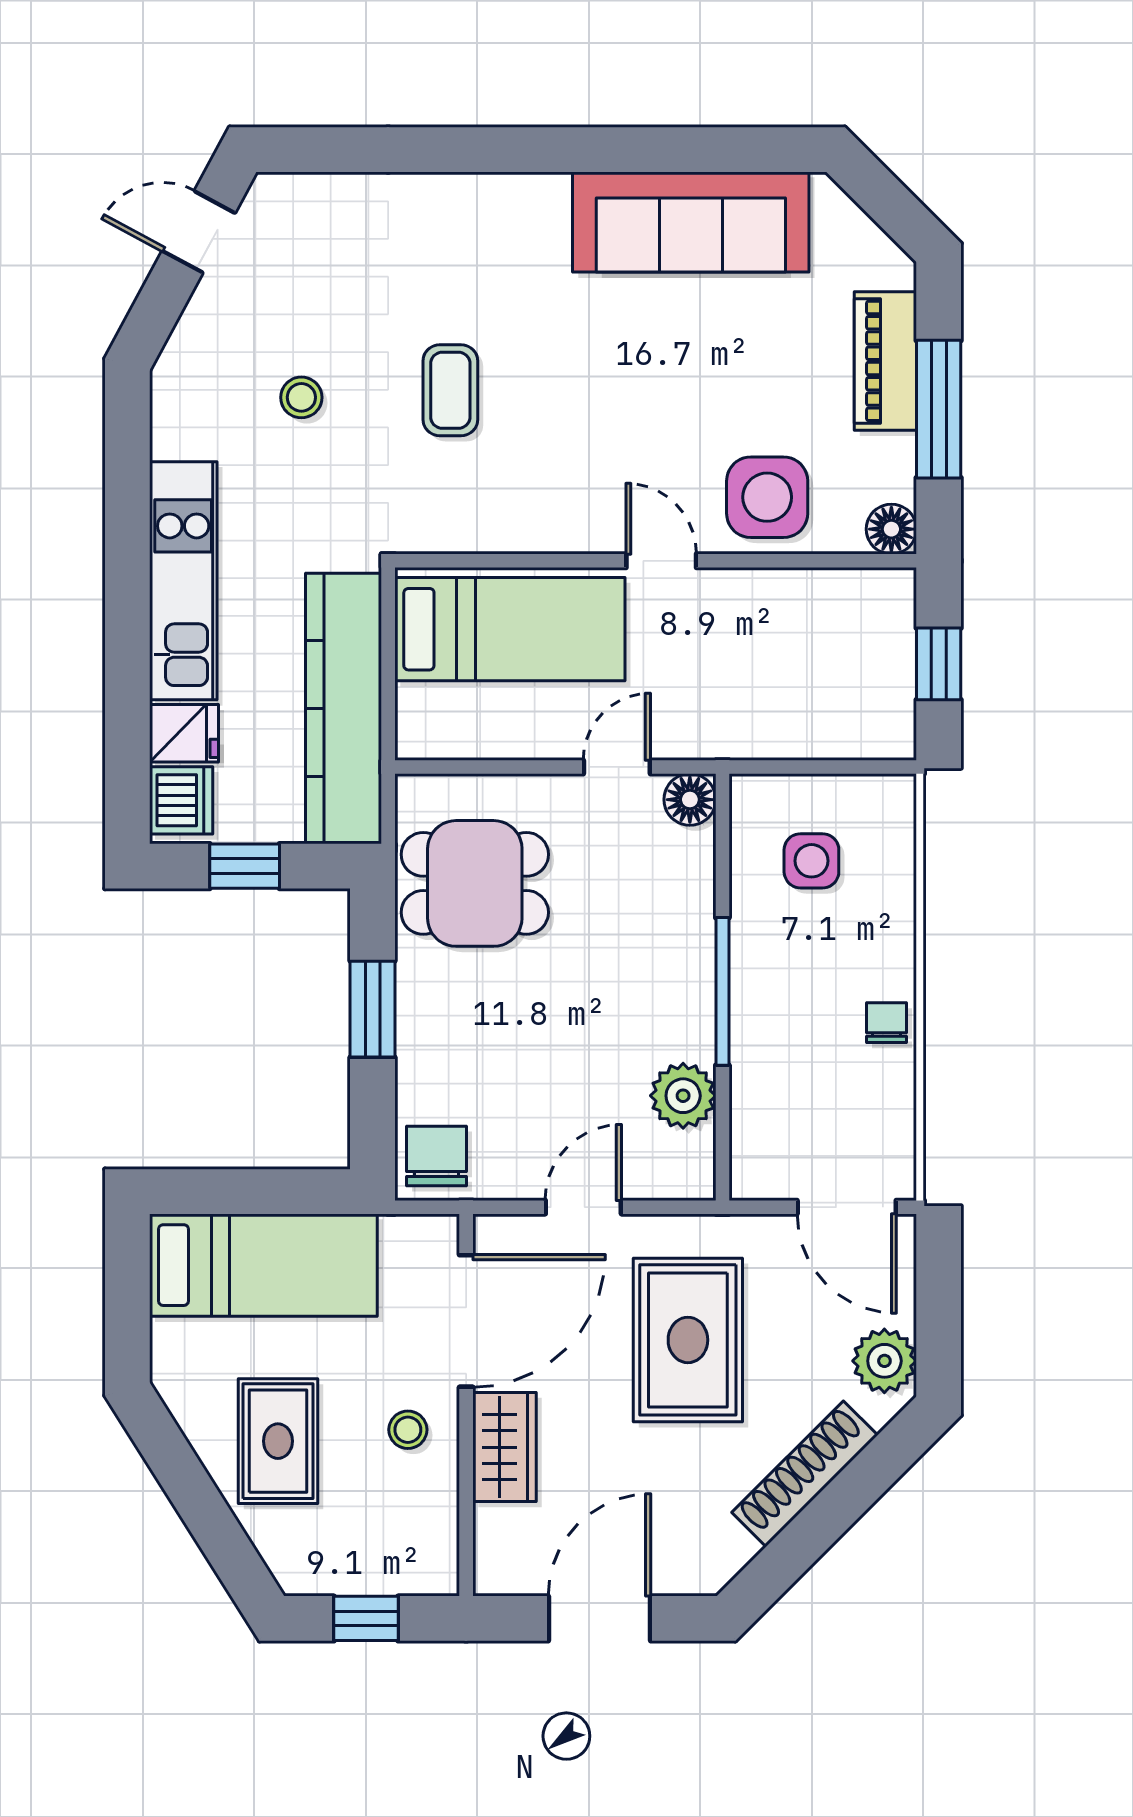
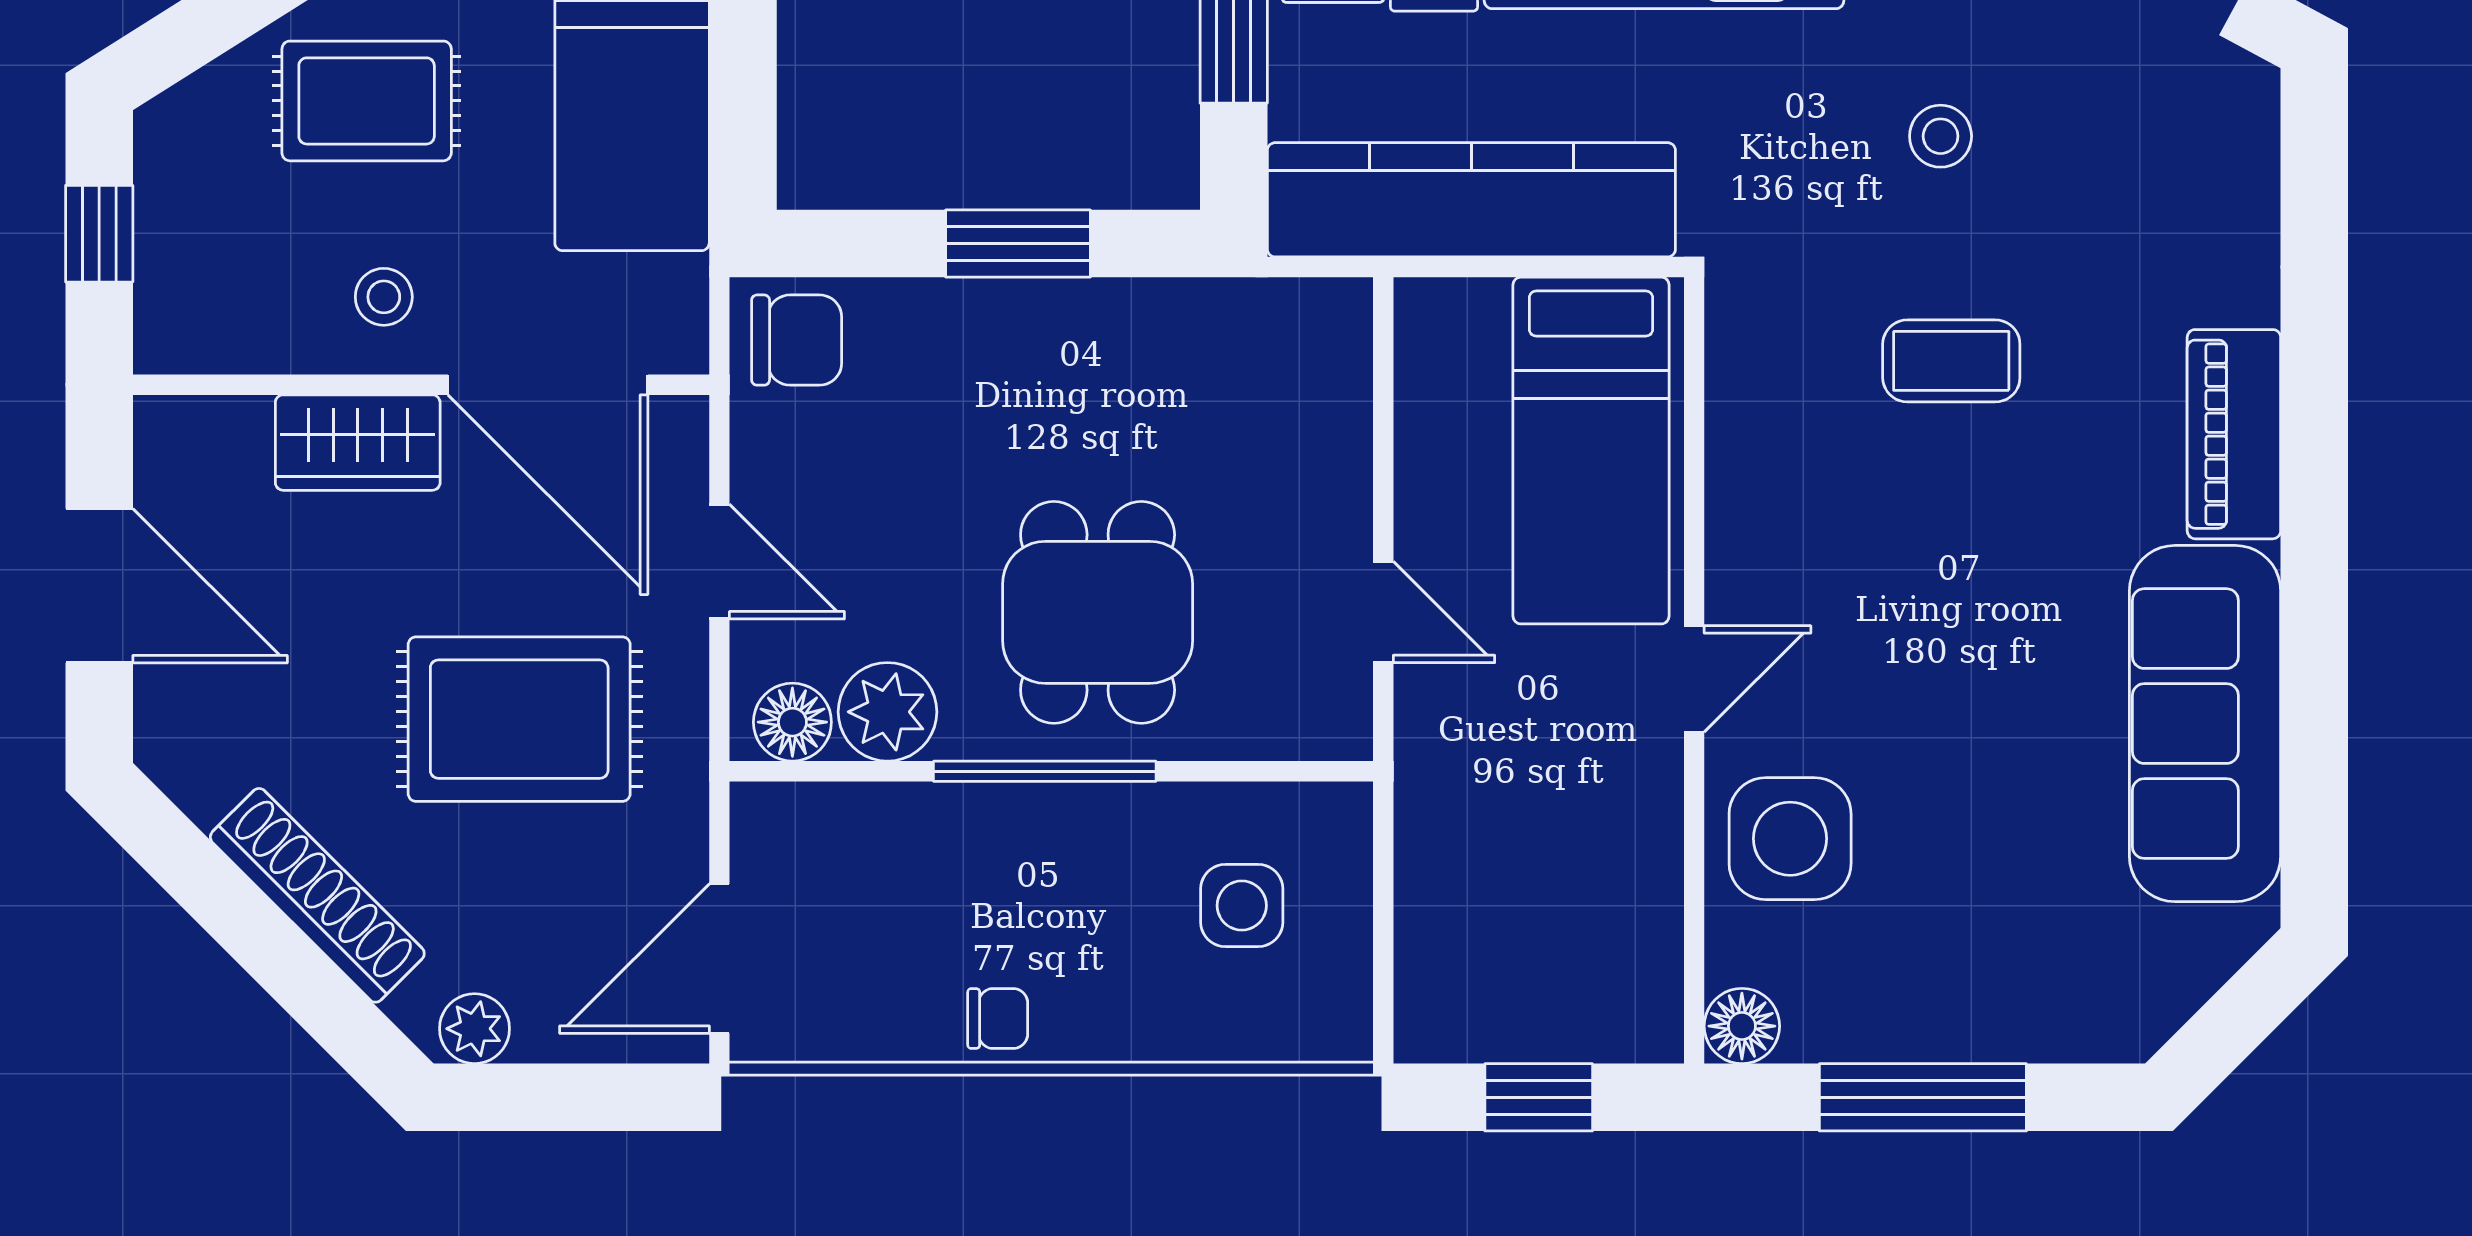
piano: (885, 361) -> (2234, 434), moved, turned -90
floor lamp: (690, 800) -> (792, 722), moved
dining table: (475, 883) -> (1098, 612), moved
plant: (884, 1361) -> (475, 1029), width x0.73, depth x0.73

